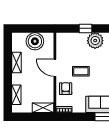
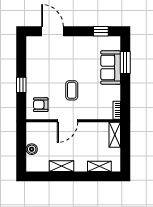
boiler: (35, 41) -> (32, 149), width x0.54, depth x0.54
plant: (95, 41) -> (36, 73), removed
armchair: (66, 89) -> (41, 105), moved

